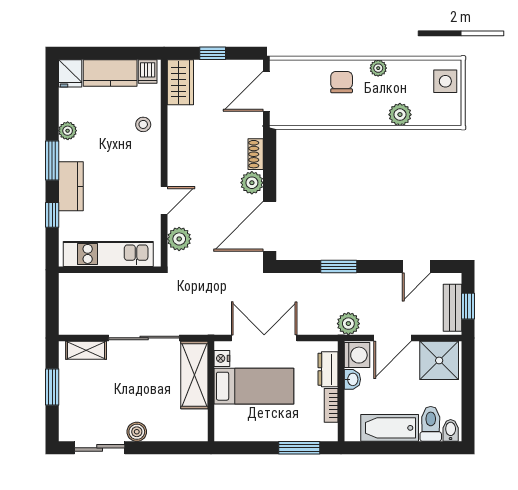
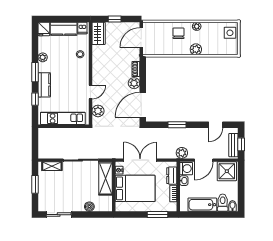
plant: (400, 115) -> (196, 49), moved
bed: (254, 386) -> (135, 188), width x1.50
boiler: (137, 432) -> (89, 207), moved

